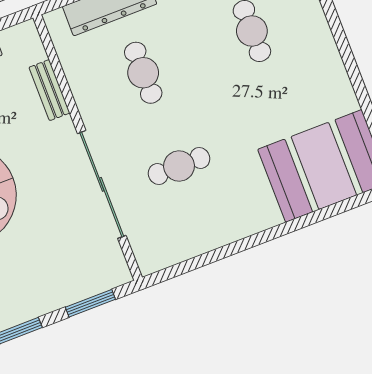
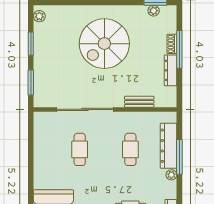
cafe table: (143, 73) -> (130, 149), turned 90

